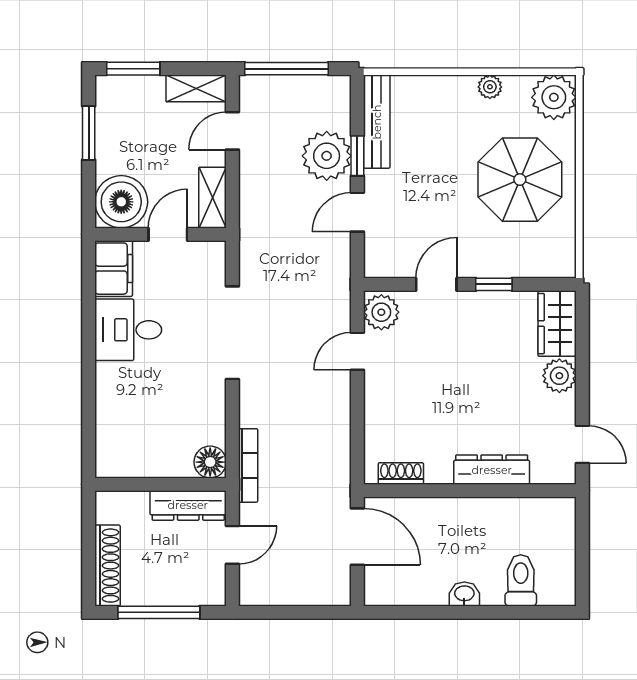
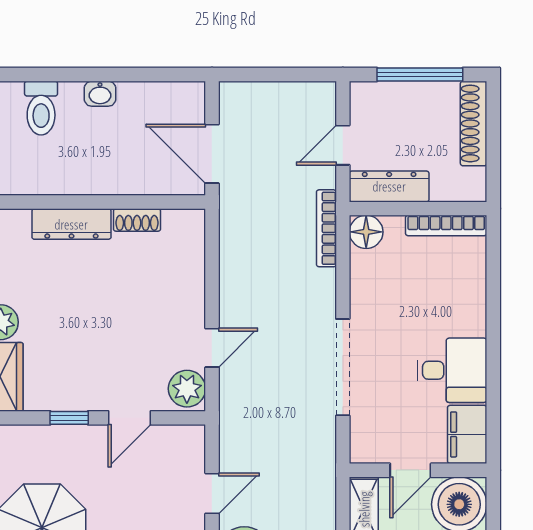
bookcase: (134, 468) -> (446, 225), added
shoe rack: (401, 473) -> (137, 220), moved

